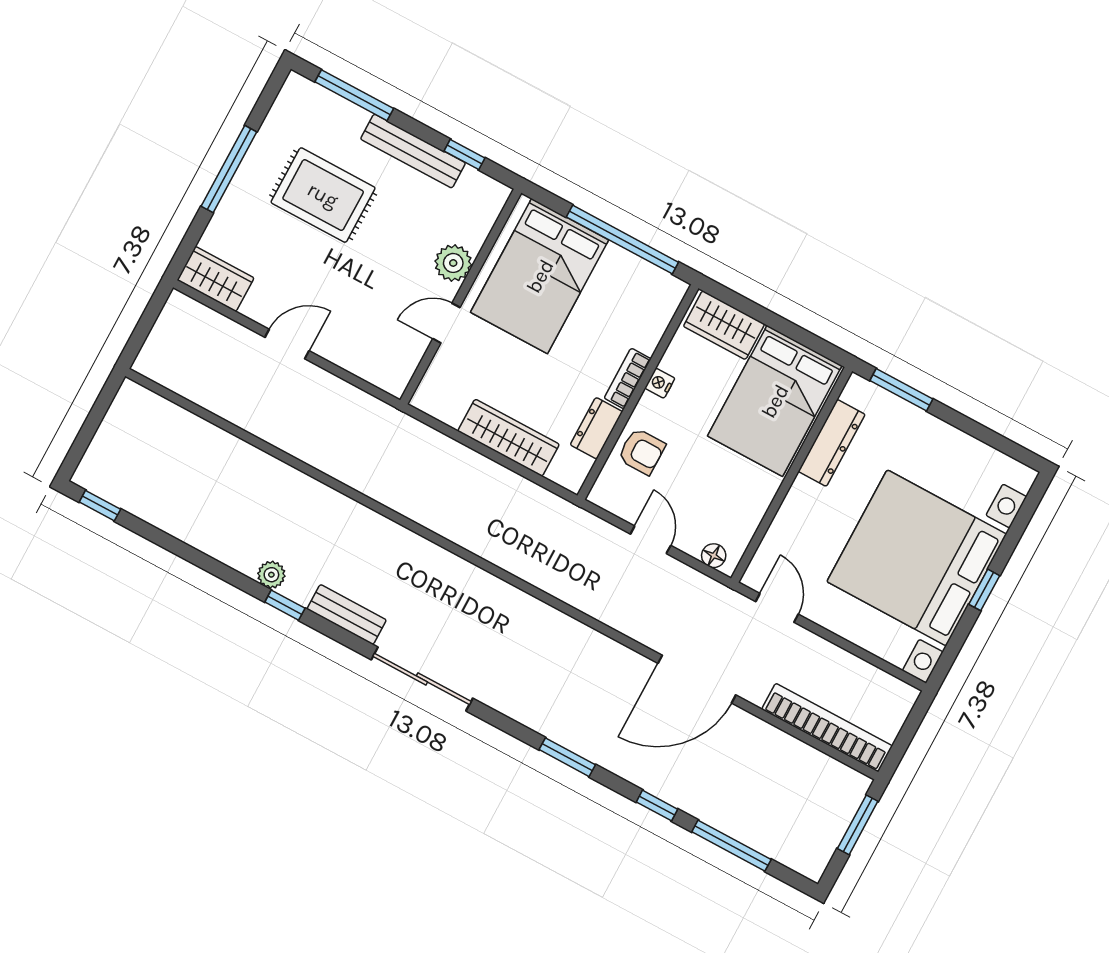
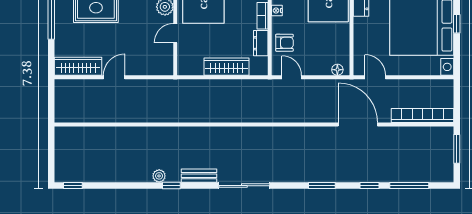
wardrobe: (215, 279) -> (78, 66), width x1.50
door: (651, 540) -> (292, 77), moved
door: (697, 679) -> (358, 124), swing flipped

